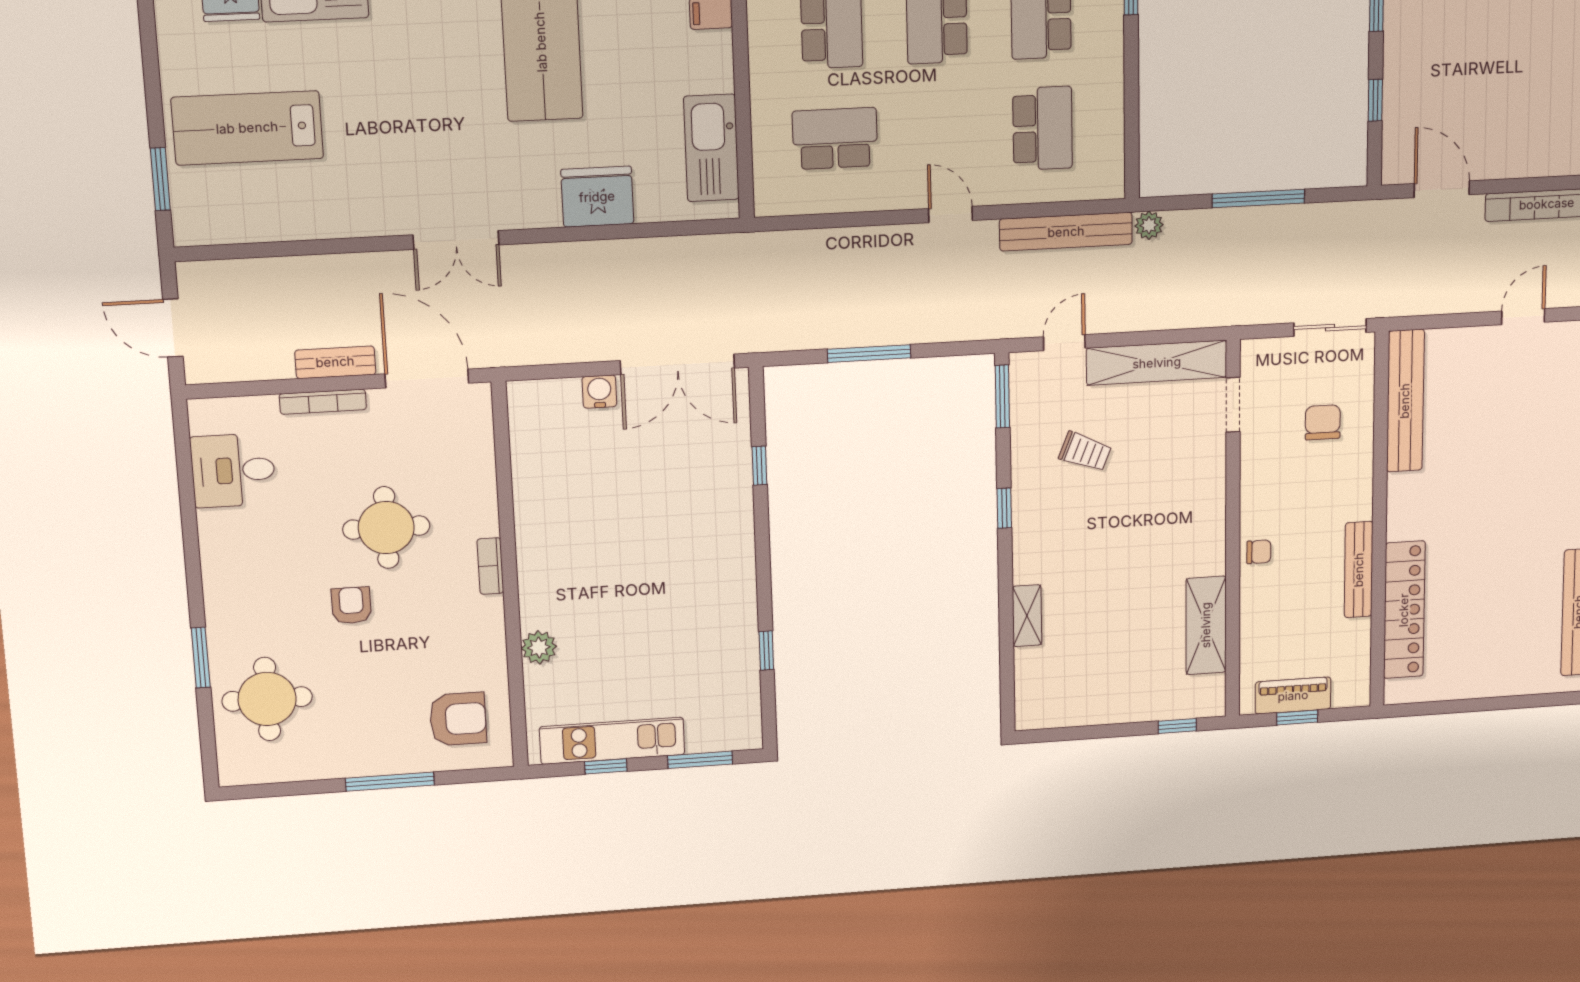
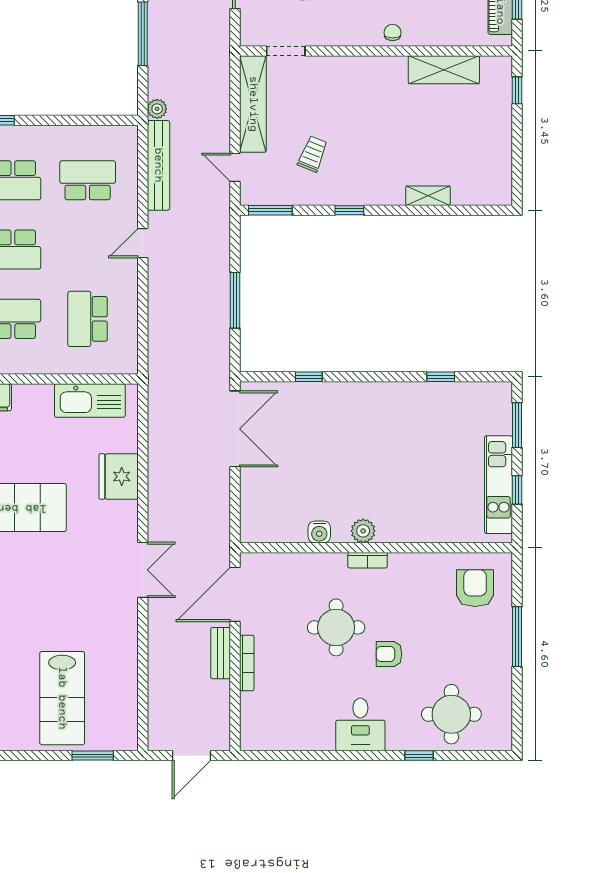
water cooler: (599, 392) -> (319, 532), moved, turned -90
desk: (233, 470) -> (360, 724), moved
plant: (539, 647) -> (363, 531), moved
window: (201, 658) -> (419, 756), width x0.67

